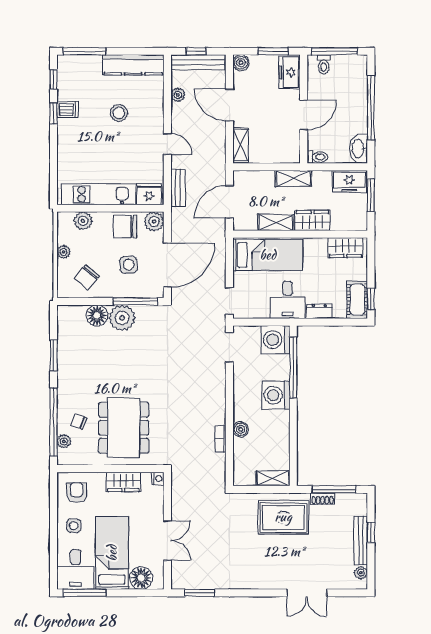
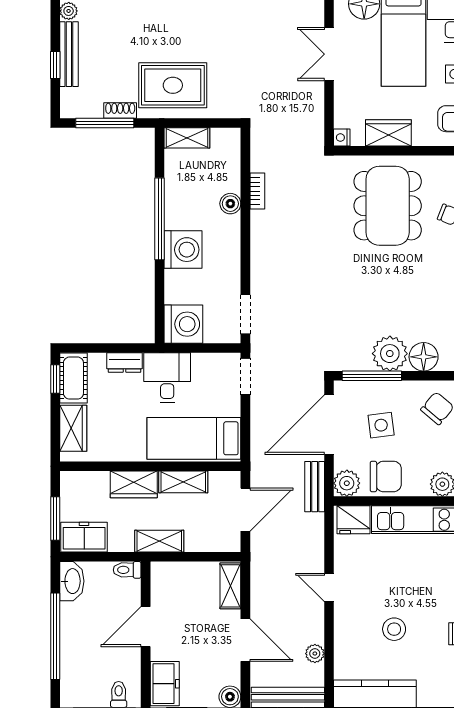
bench: (178, 188) -> (315, 487), moved
wardrobe: (345, 248) -> (73, 428), moved, turned 90
window: (293, 367) -> (160, 219), moved

